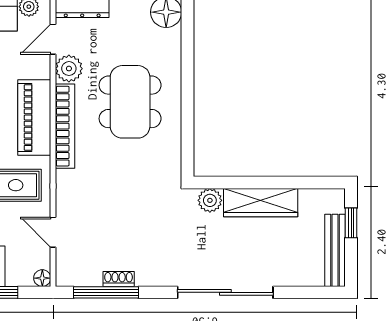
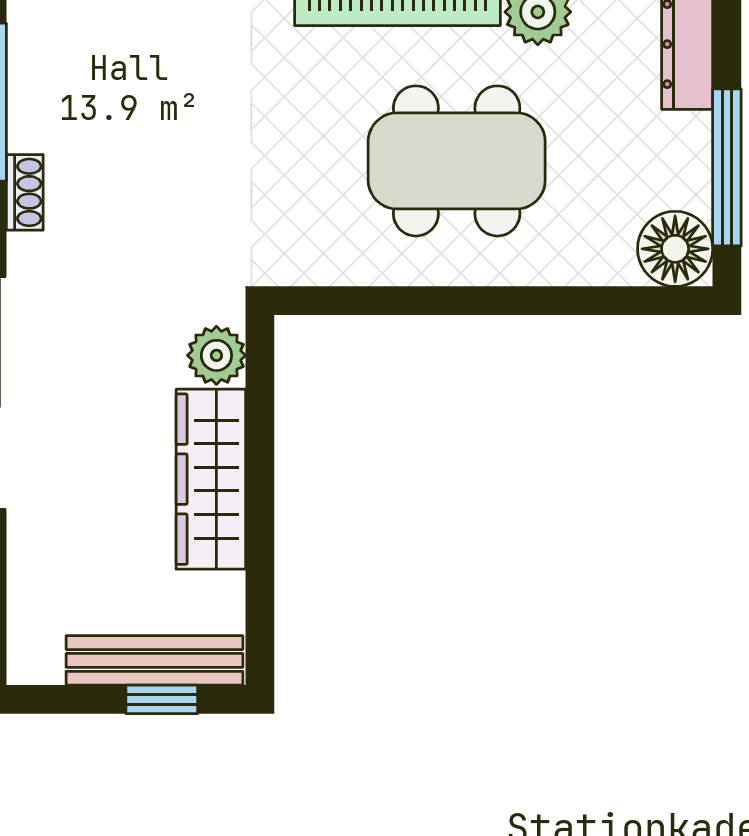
bench: (335, 250) -> (154, 660), moved
shoe rack: (119, 279) -> (25, 192), moved

